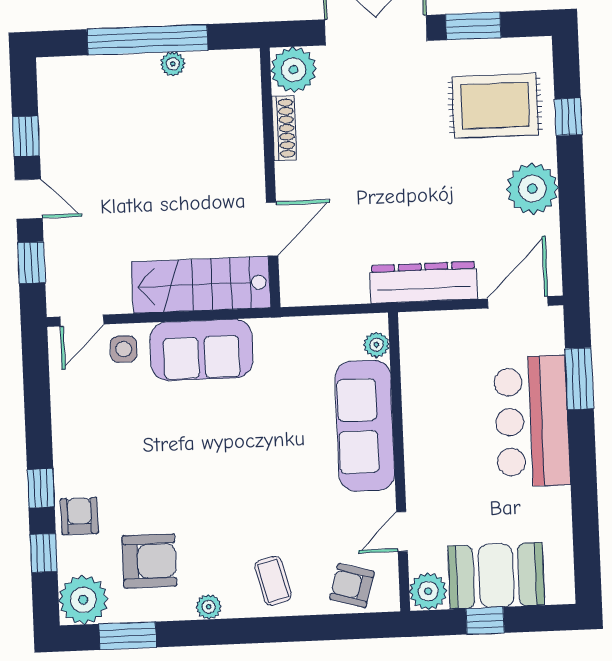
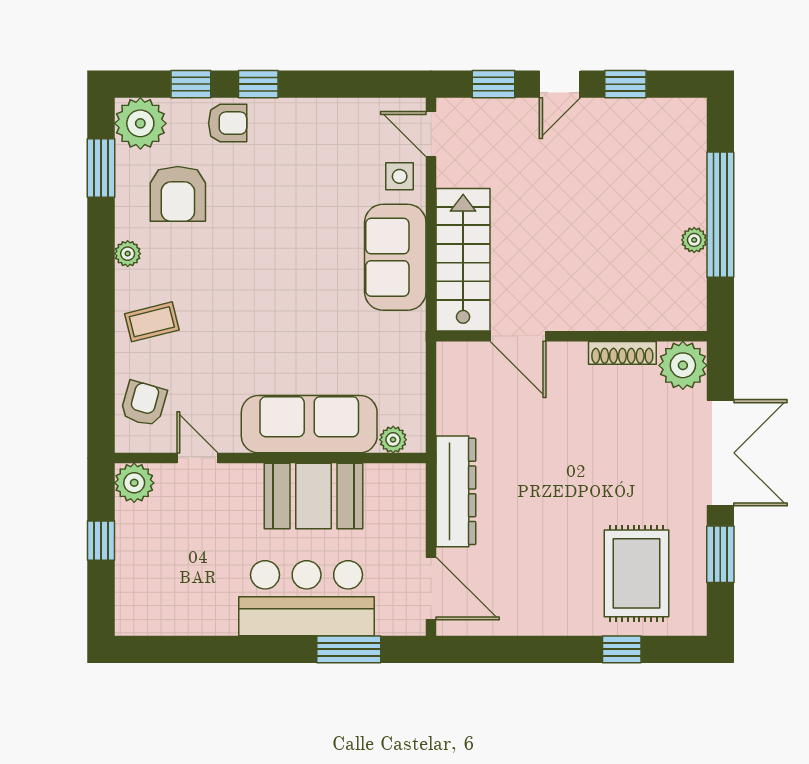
plant: (532, 189) -> (549, 609), removed
booth: (496, 576) -> (313, 496), moved, turned 90

